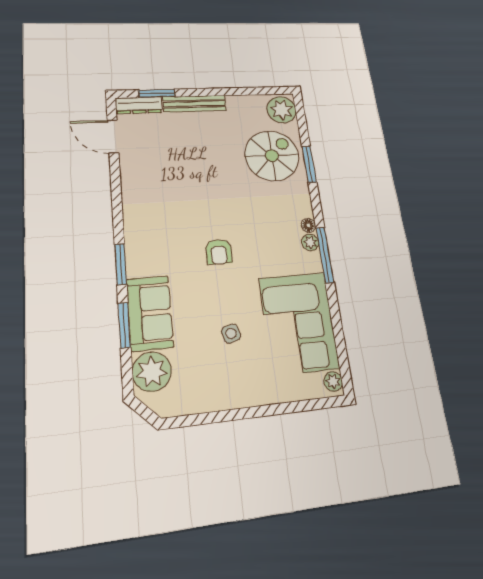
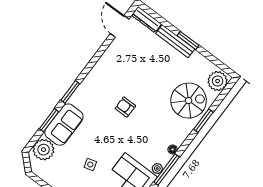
window: (157, 93) -> (188, 40), moved
plant: (310, 242) -> (157, 168), moved
armchair: (219, 252) -> (125, 107), moved, turned 90

